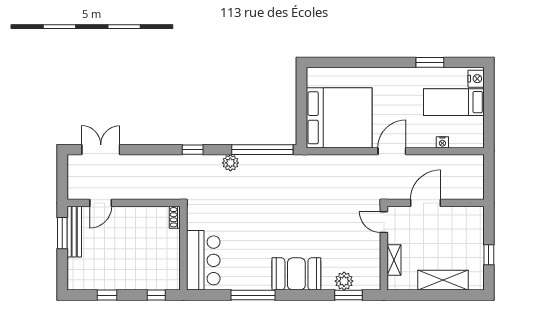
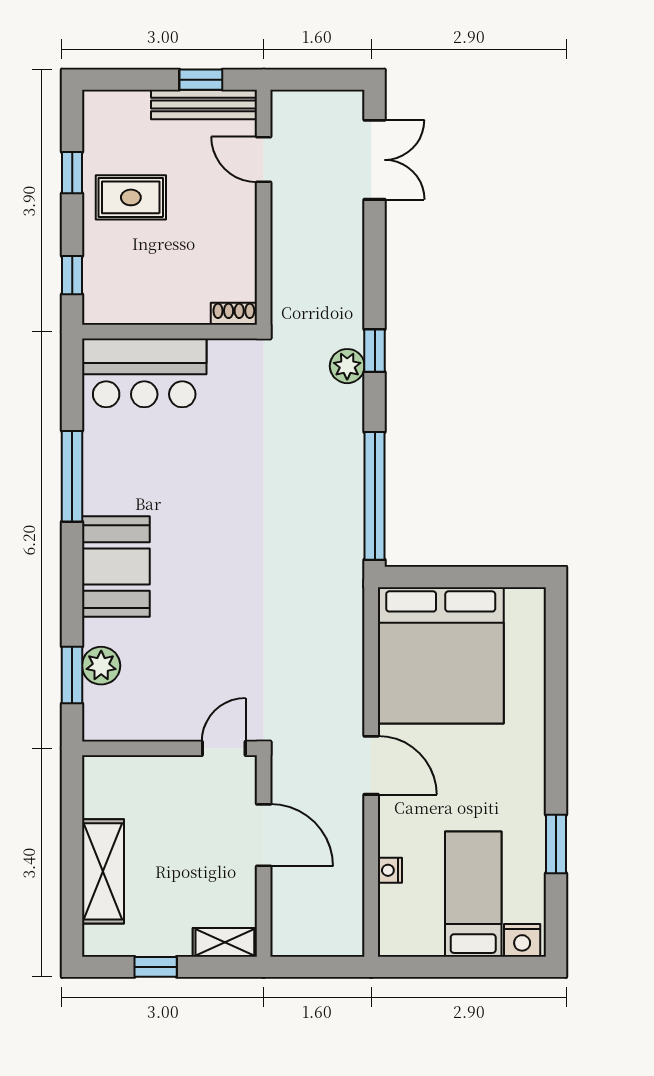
plant: (230, 163) -> (347, 366), moved
window: (62, 233) -> (201, 80), width x0.67
shelving: (394, 260) -> (225, 942), moved
rug: (119, 267) -> (131, 197), added

